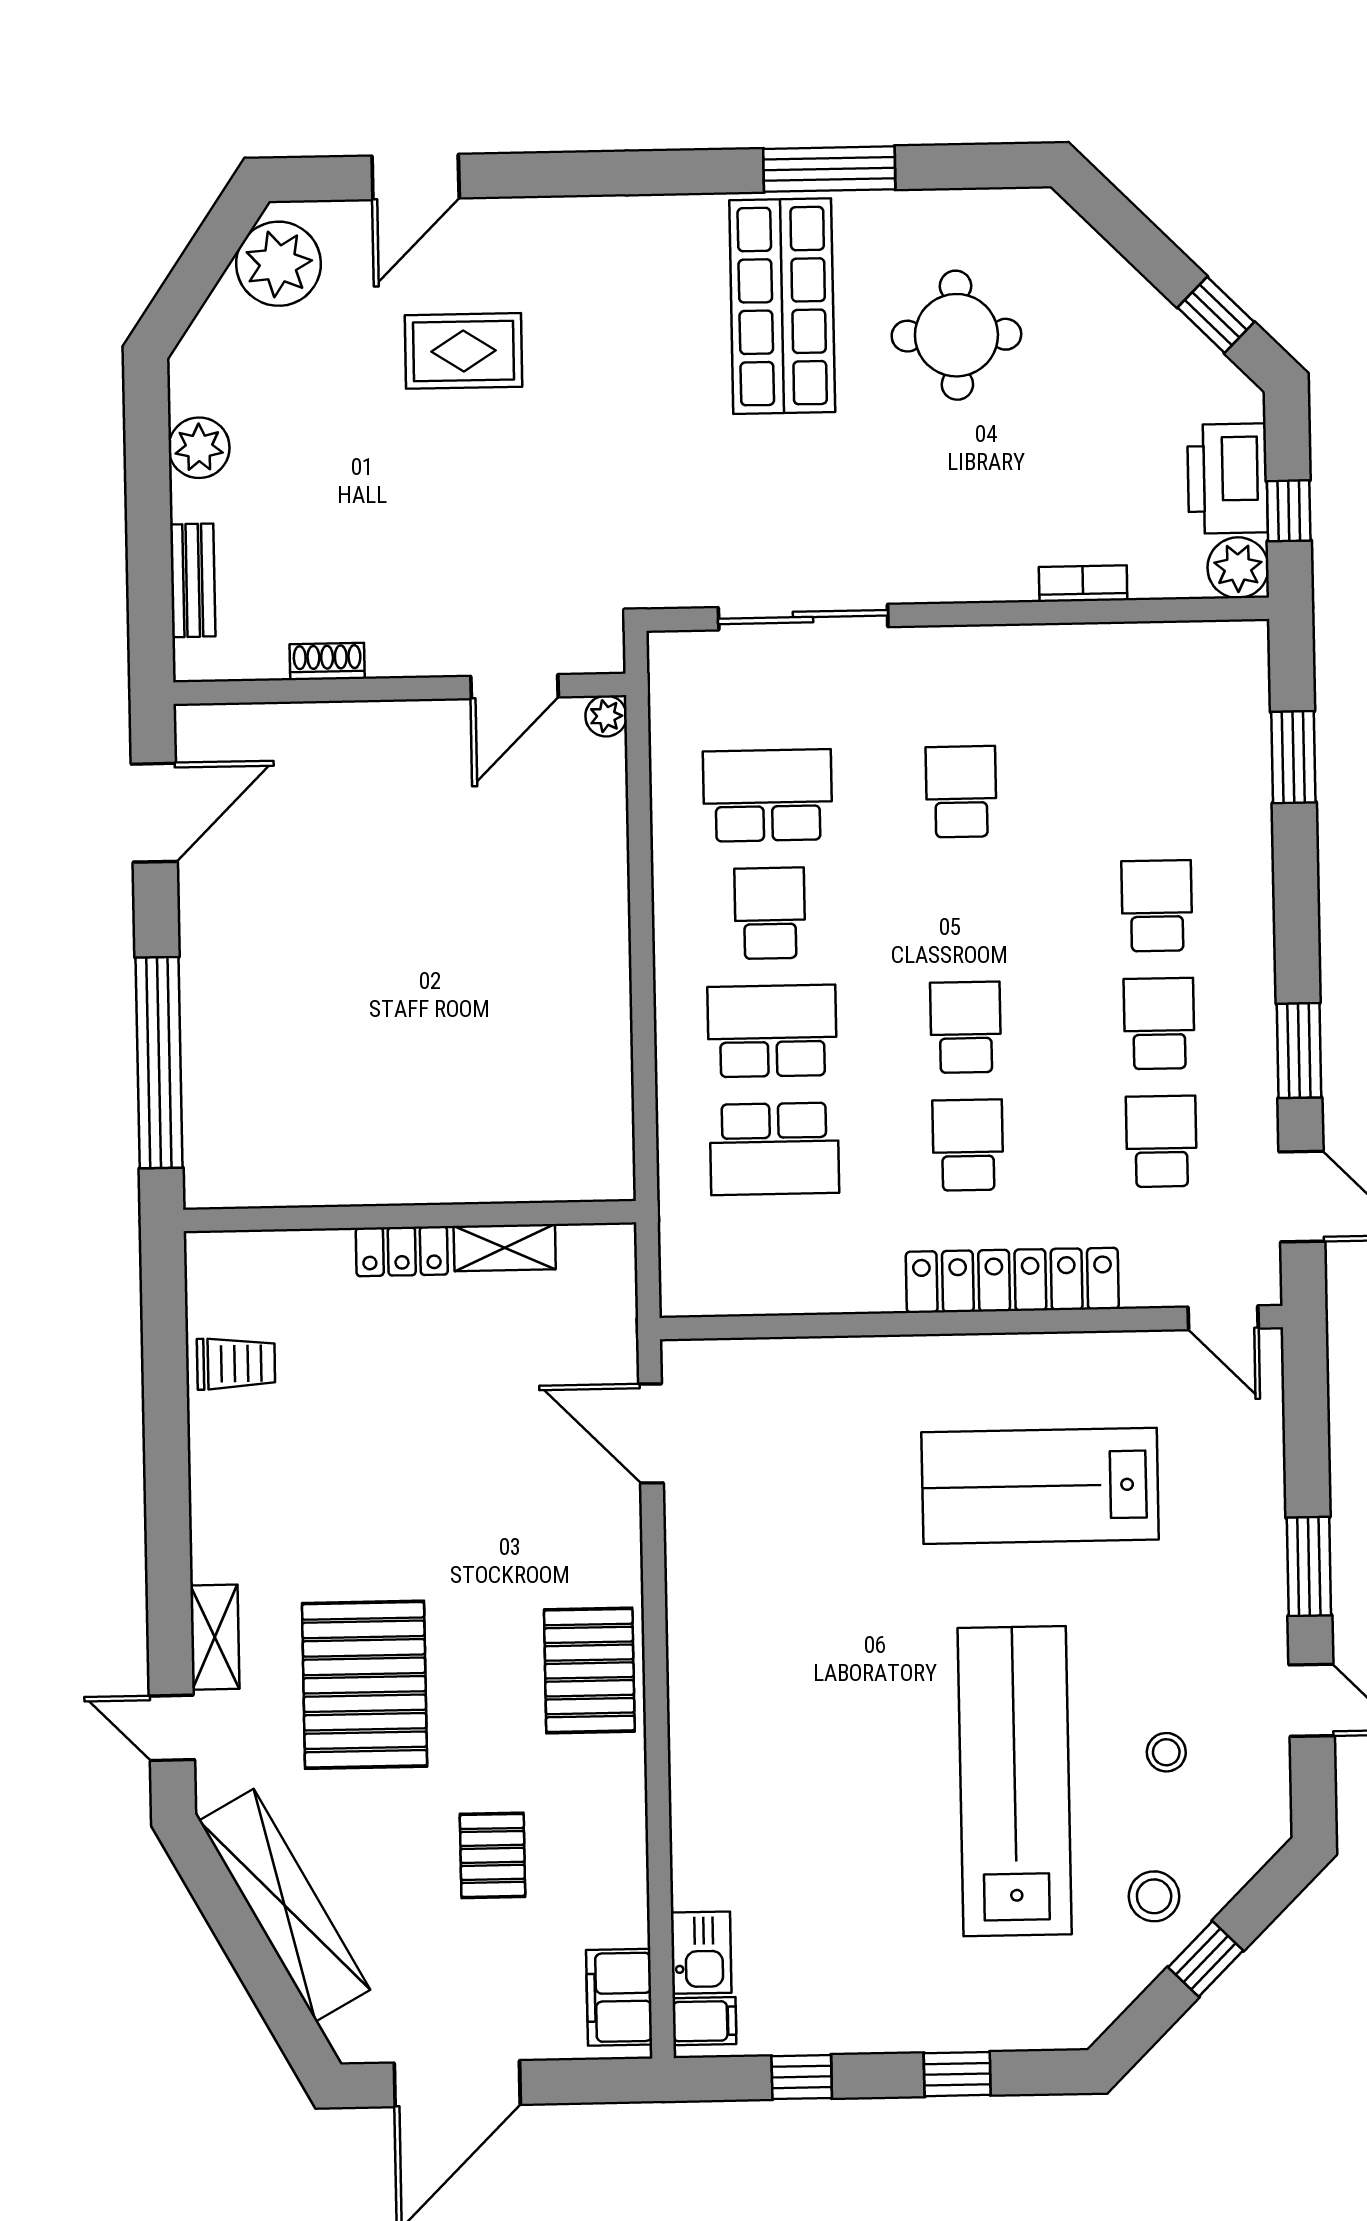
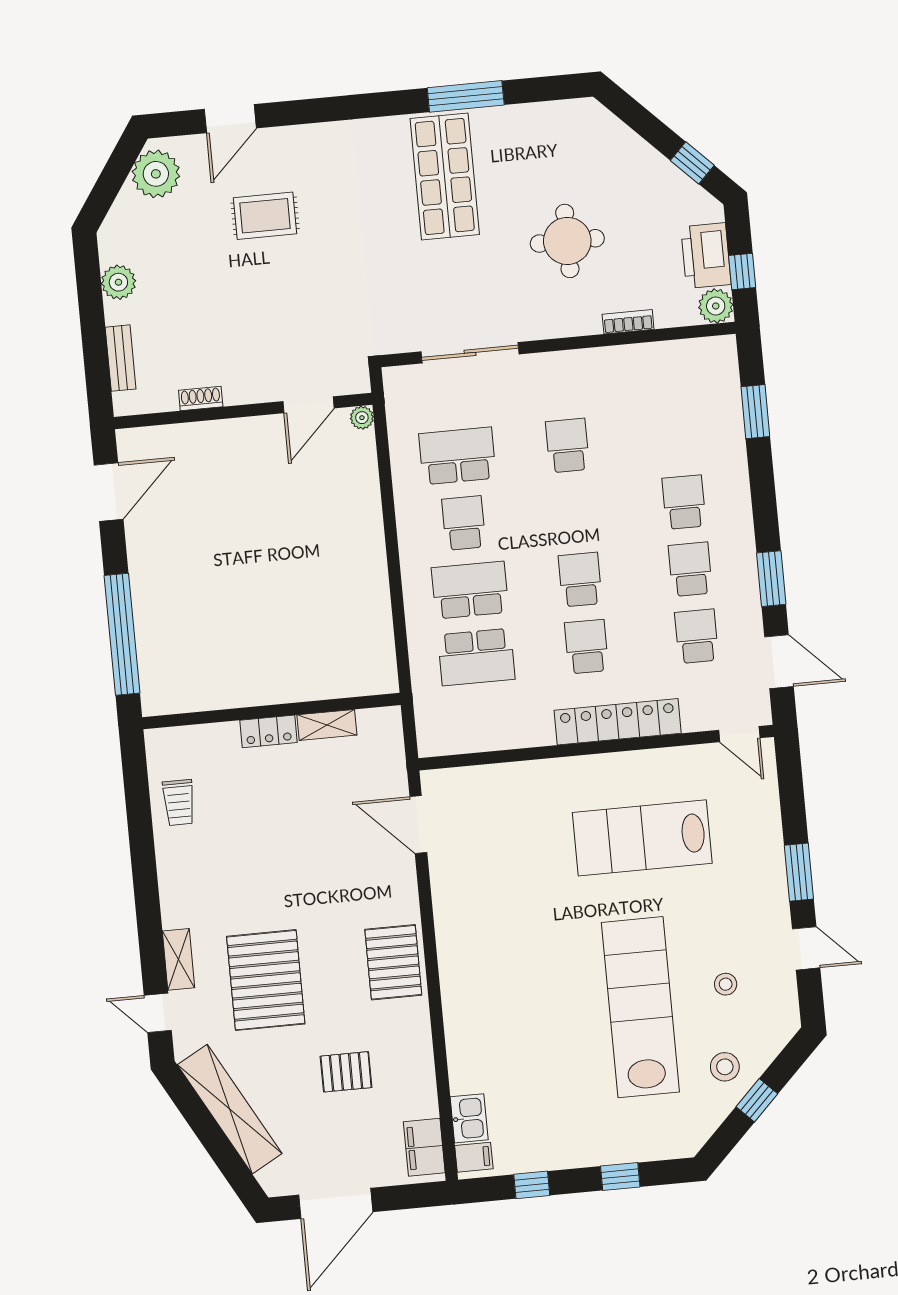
round table: (956, 335) -> (567, 241), moved
trolley: (236, 1364) -> (179, 803), turned 90
pallet: (493, 1855) -> (346, 1072), turned 90

